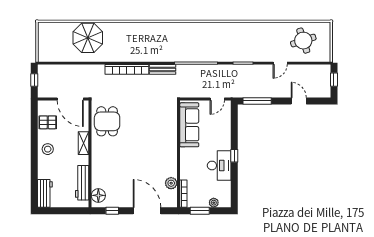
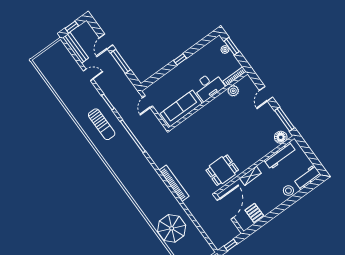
round table: (303, 41) -> (60, 70), removed
sun lounger: (227, 43) -> (102, 124), added
bench: (163, 69) -> (76, 48), moved, width x1.36
door: (217, 99) -> (148, 102), swing flipped
window: (257, 101) -> (120, 61), moved
stool: (48, 149) -> (288, 191), moved
desk: (219, 165) -> (209, 86), moved, turned 180
window: (112, 211) -> (285, 119), width x2.17
door: (147, 211) -> (266, 94), width x0.53
window: (200, 211) -> (232, 46), moved

